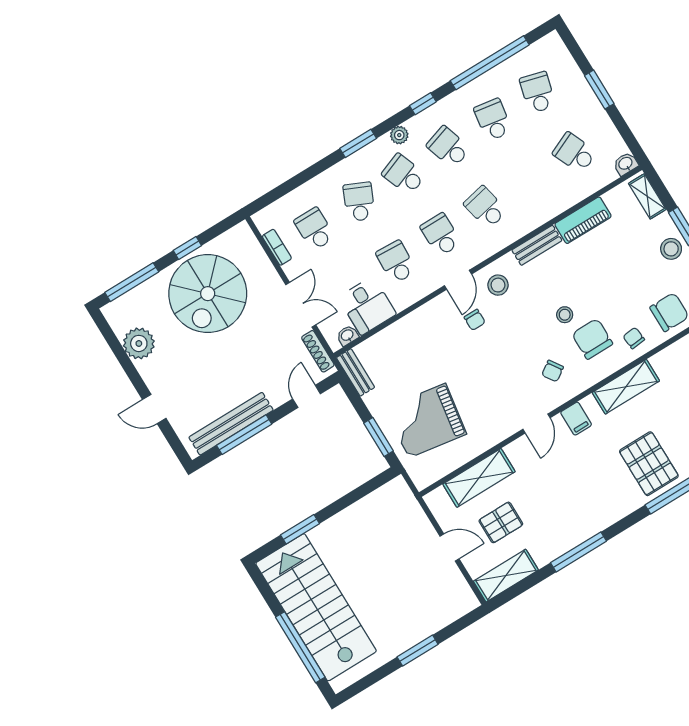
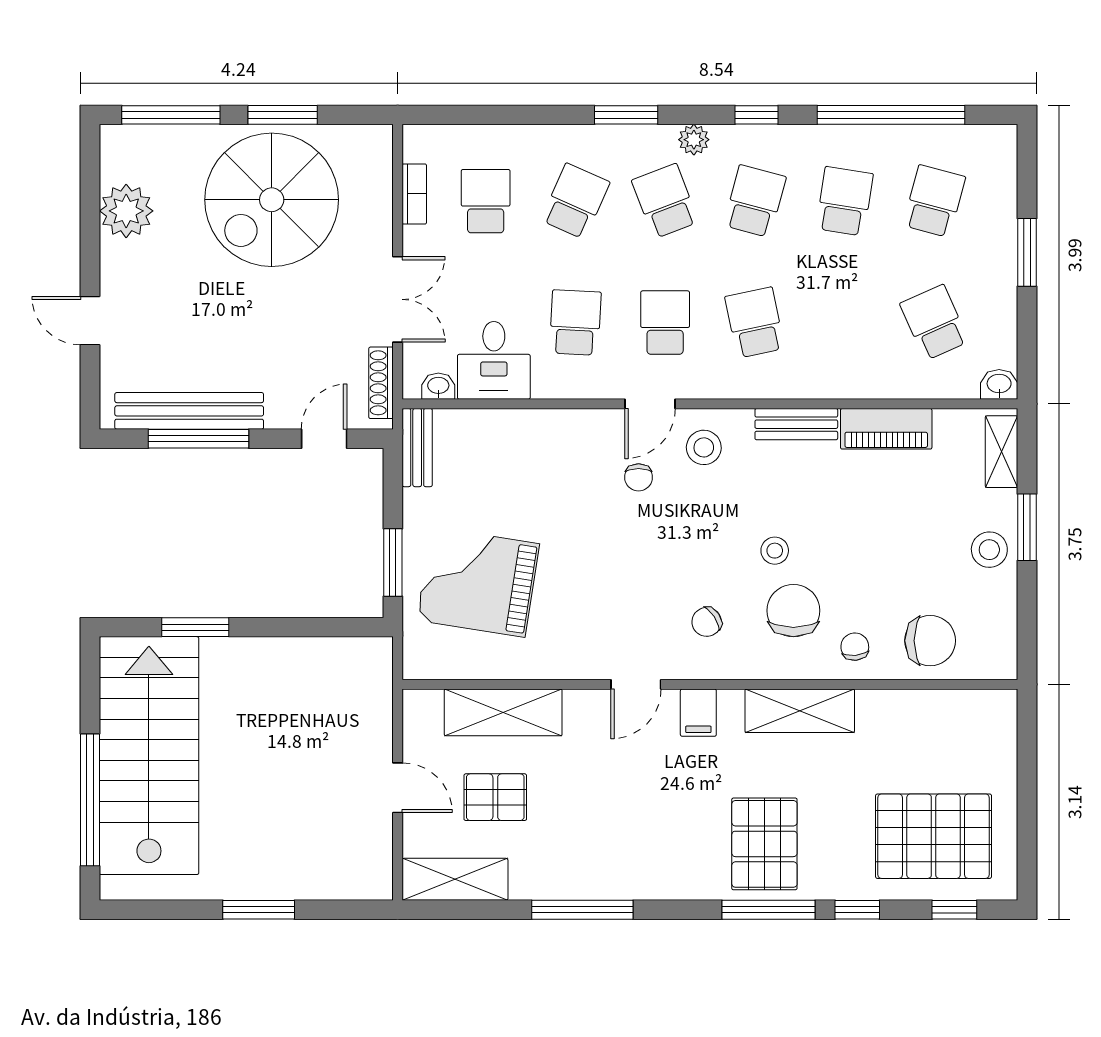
school desk: (448, 147) -> (755, 201), turned 33
window: (187, 248) -> (283, 115), width x1.50

